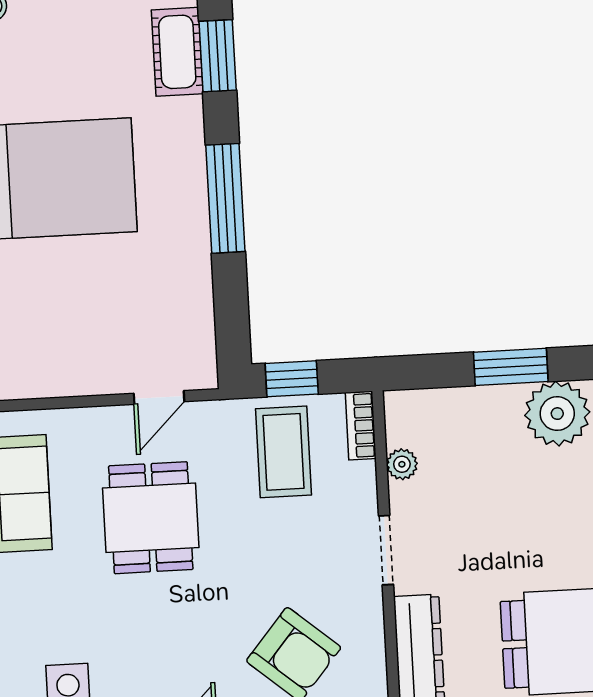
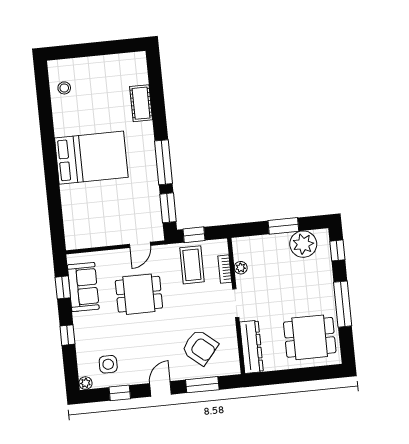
window: (218, 56) -> (168, 208), moved
bookcase: (361, 426) -> (225, 269), moved
dining table: (151, 518) -> (139, 294), turned 90

